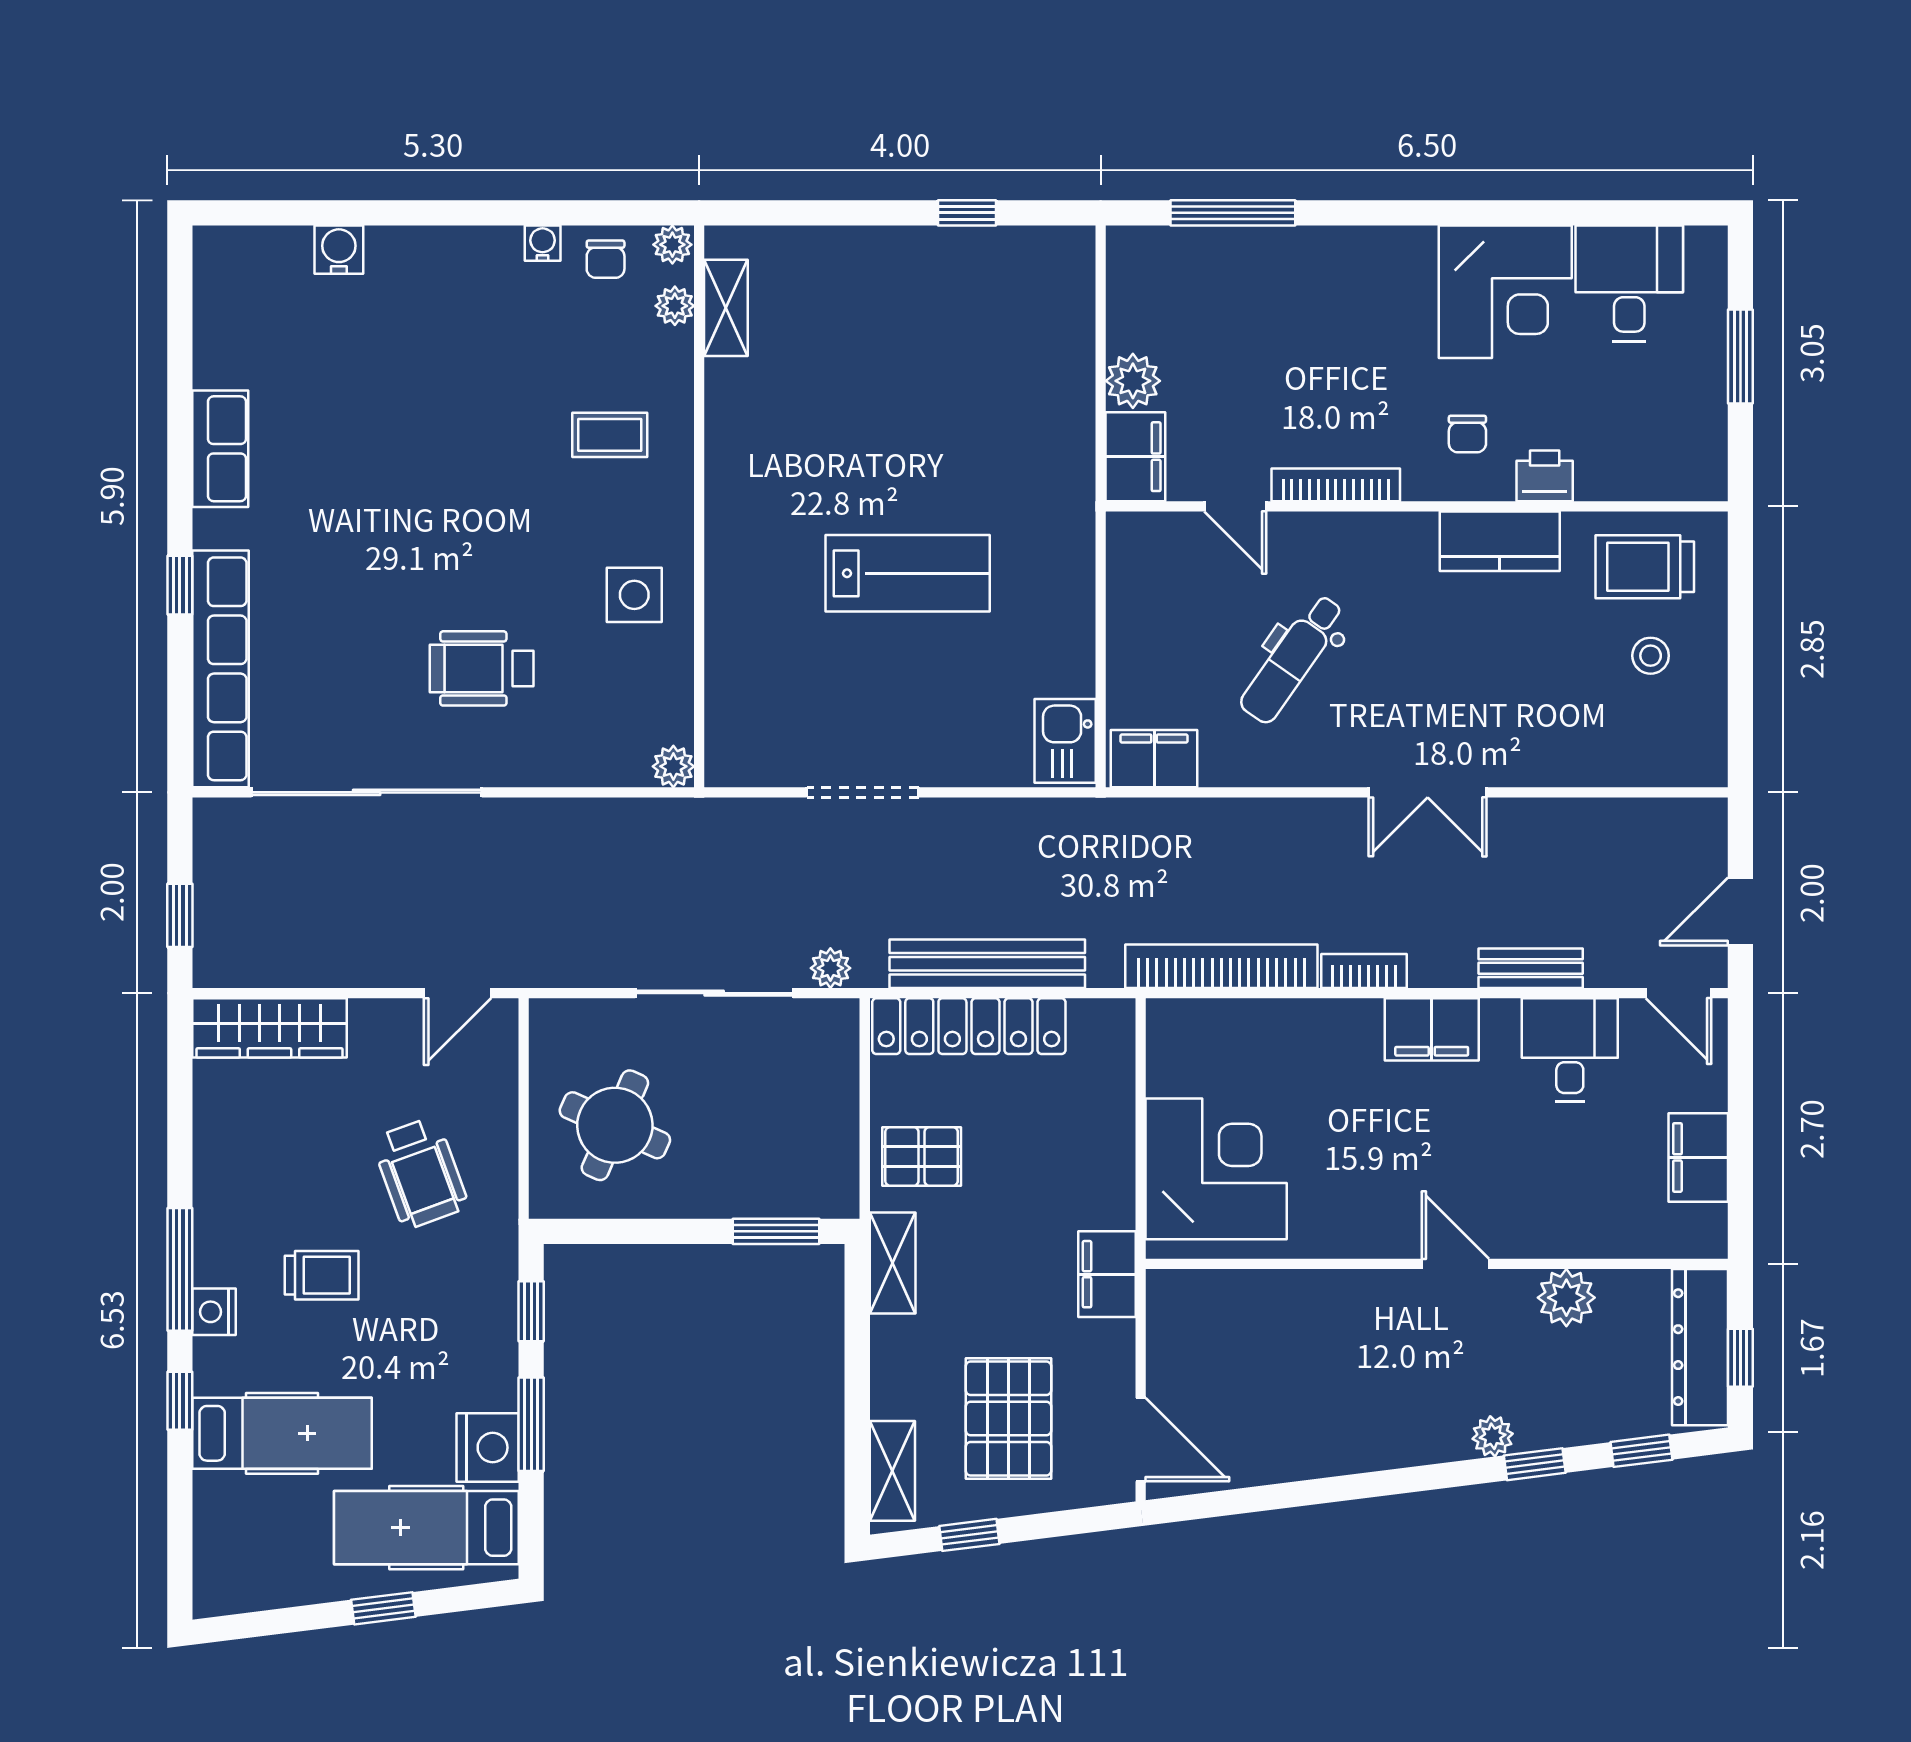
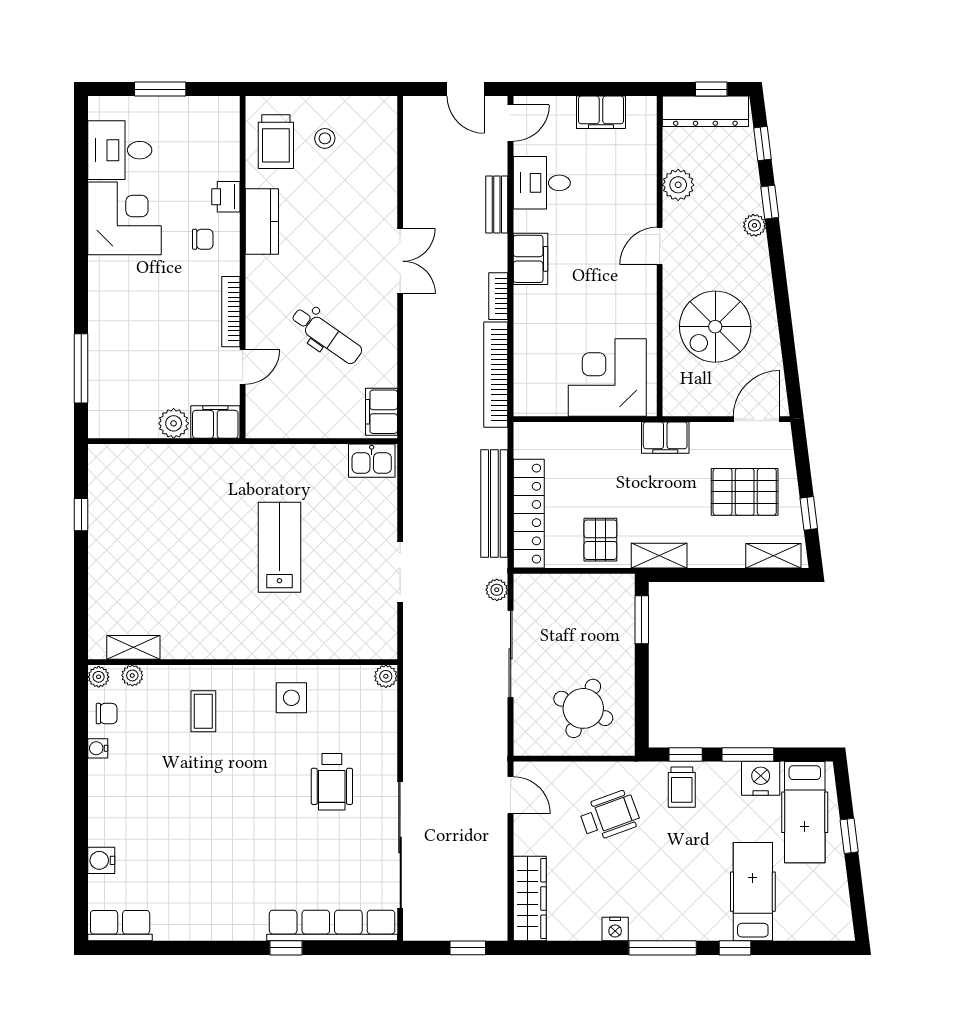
row of seats: (220, 449) -> (120, 926), moved
trolley: (322, 1275) -> (682, 787), moved, turned 180
nightstand: (214, 1312) -> (615, 929), moved
spiral stairs: (1309, 1365) -> (715, 327), added

